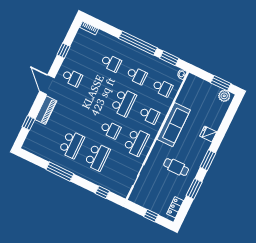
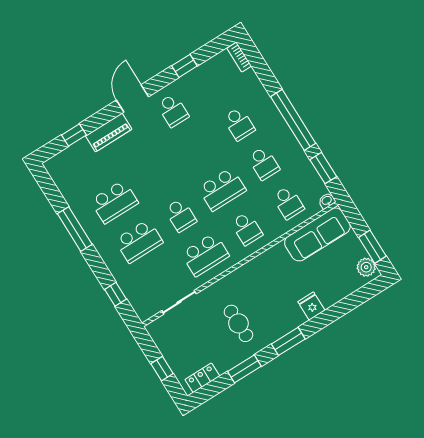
sofa: (174, 125) -> (317, 234), moved

